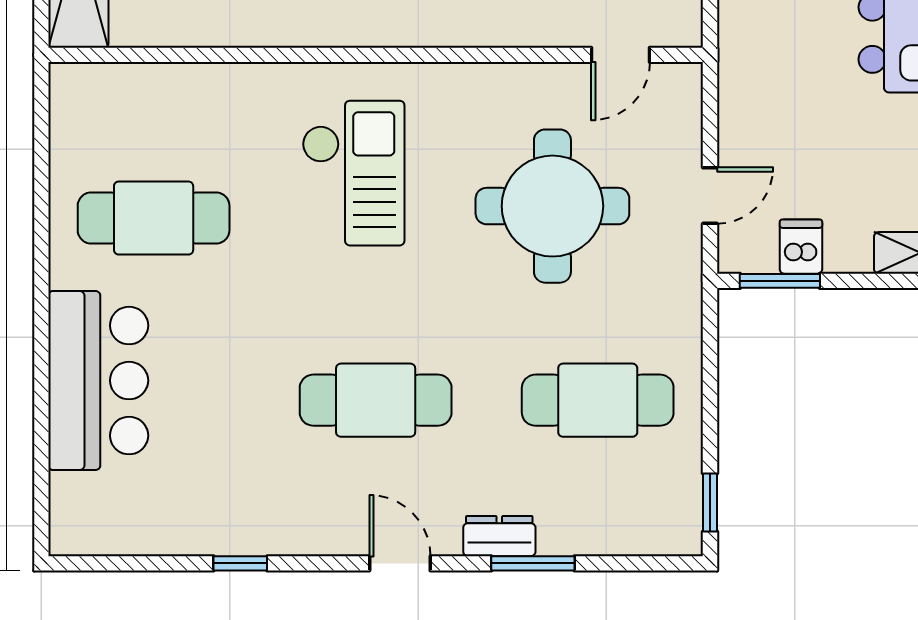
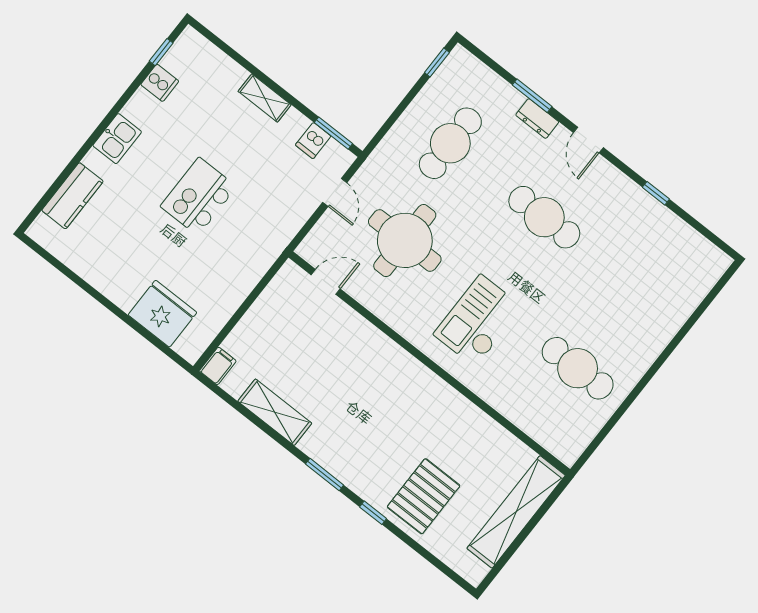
door: (710, 196) -> (335, 192), swing flipped
bar counter: (98, 381) -> (655, 318), removed
cafe table: (598, 400) -> (450, 143), turned 90

